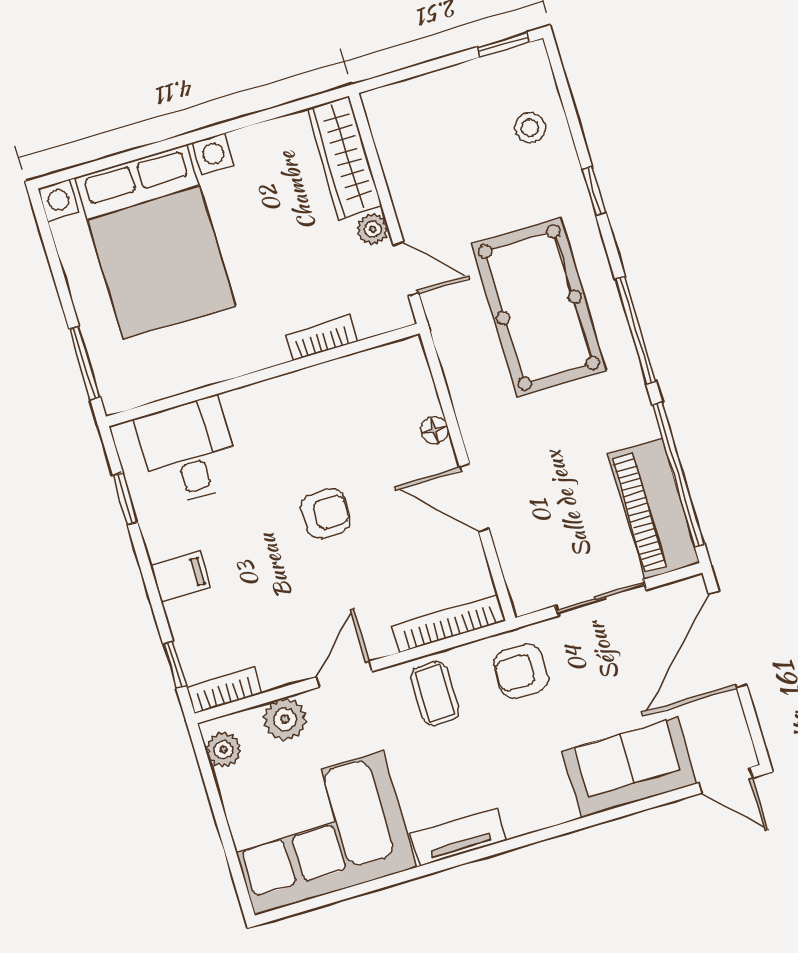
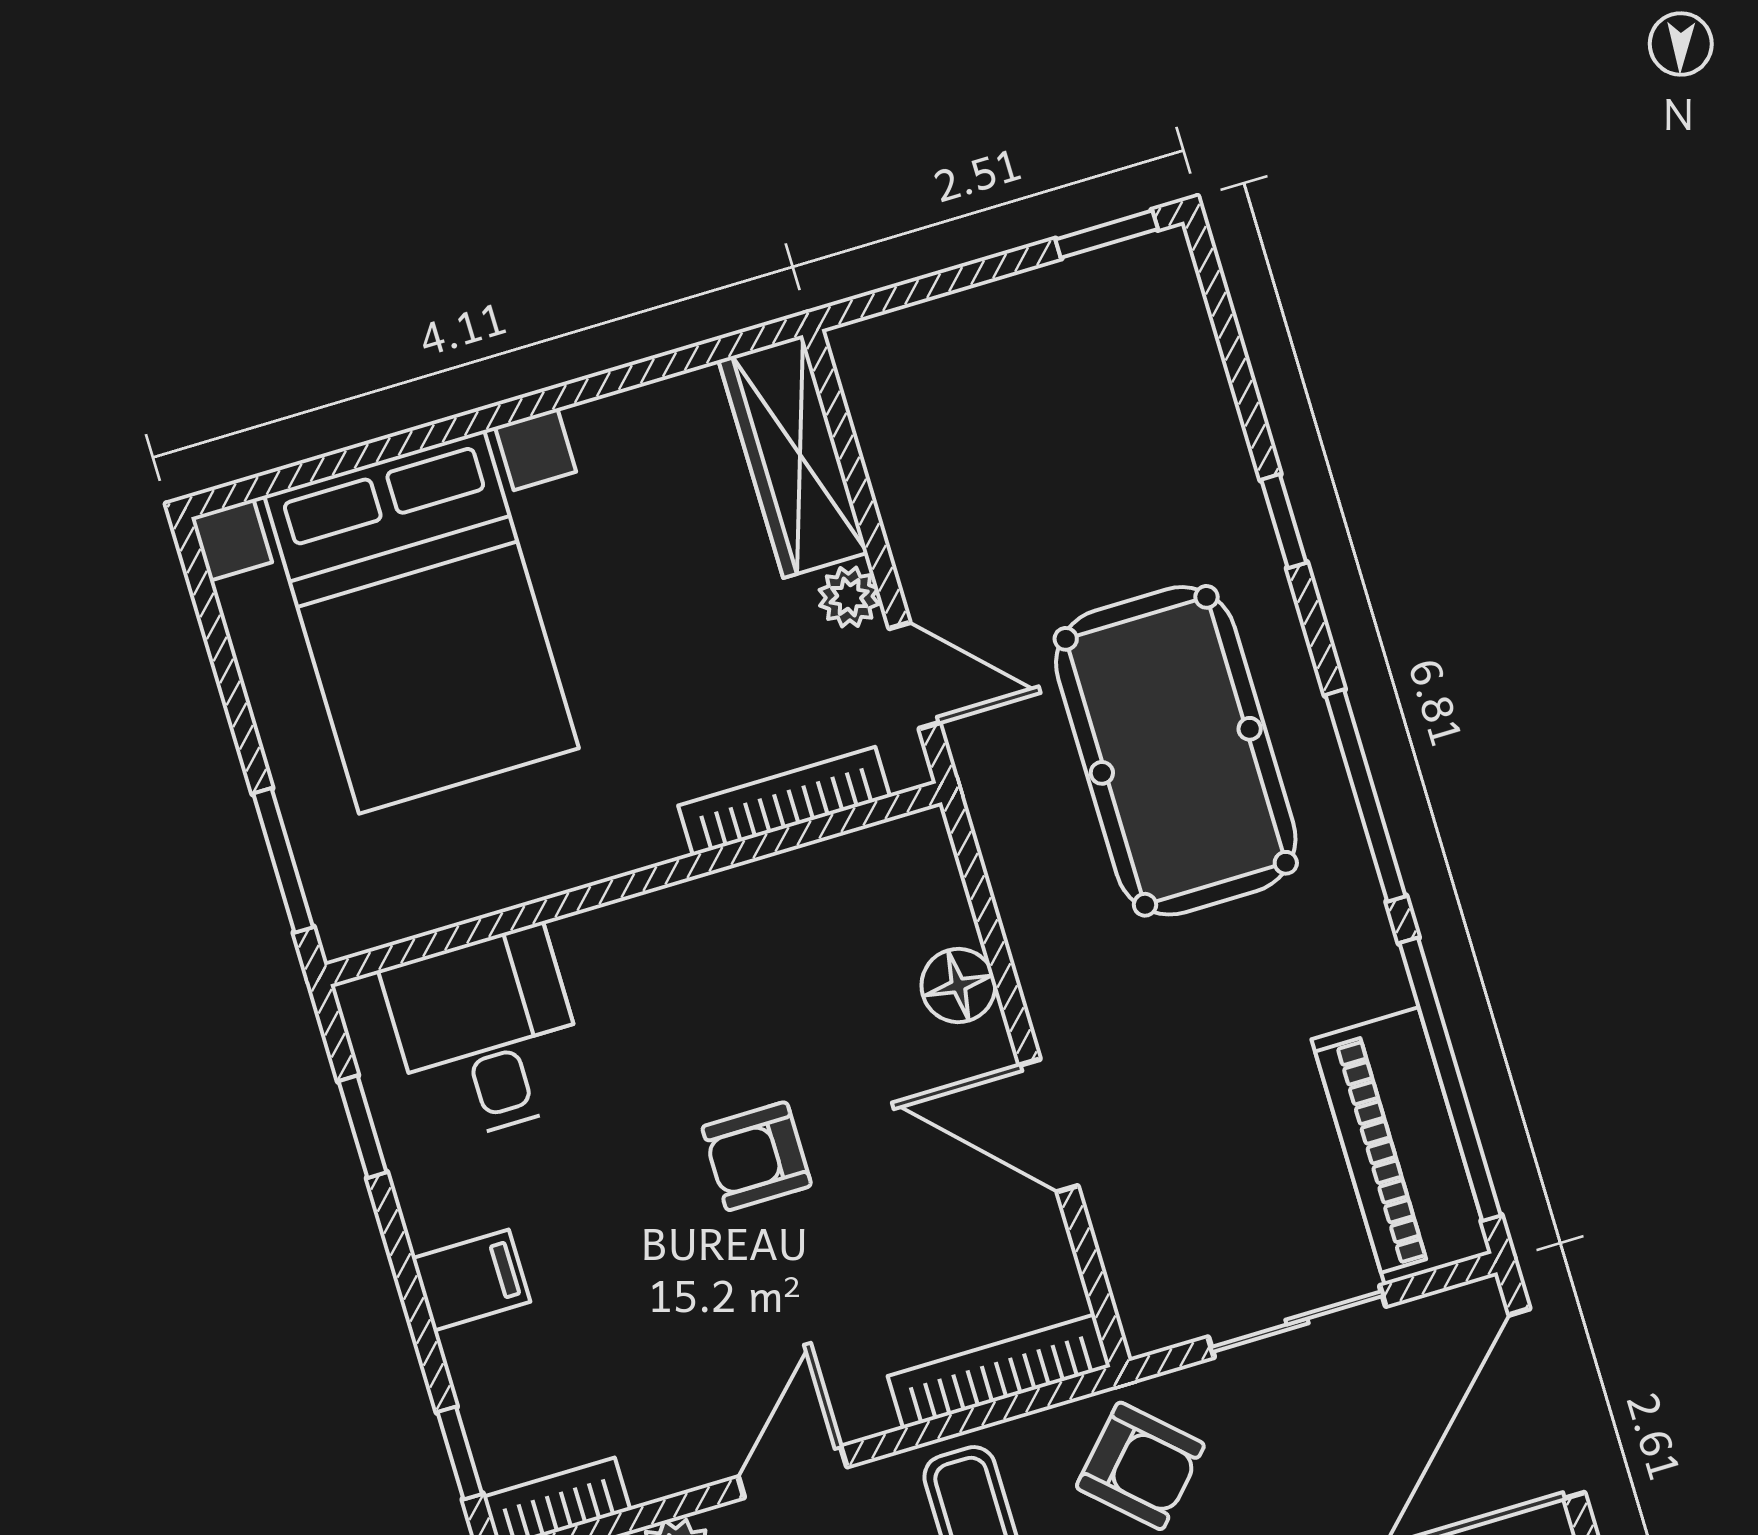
stool: (530, 127) -> (1158, 397), removed
bookcase: (322, 338) -> (784, 801), width x1.56
floor lamp: (435, 430) -> (958, 985), width x1.37, depth x1.37
armchair: (326, 514) -> (757, 1156), turned 180
armchair: (521, 671) -> (1140, 1466), turned -137

